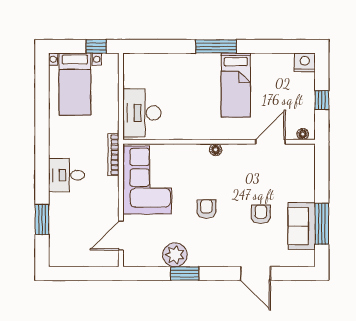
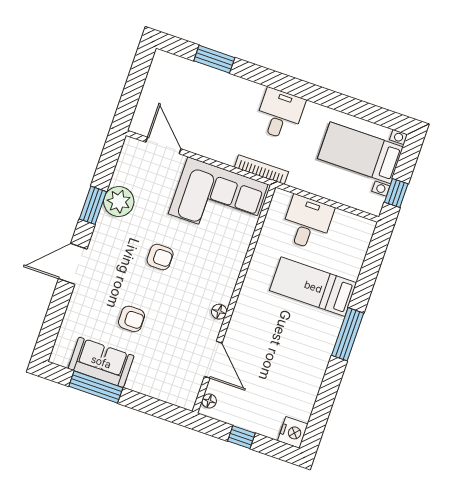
bed: (236, 85) -> (313, 287), moved
desk: (142, 113) -> (307, 223), width x0.73
floor lamp: (216, 150) -> (219, 312), moved
desk: (66, 175) -> (280, 114), moved
door: (255, 273) -> (73, 264), moved

